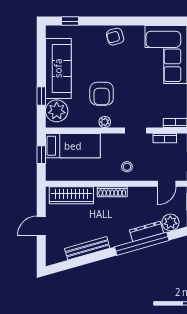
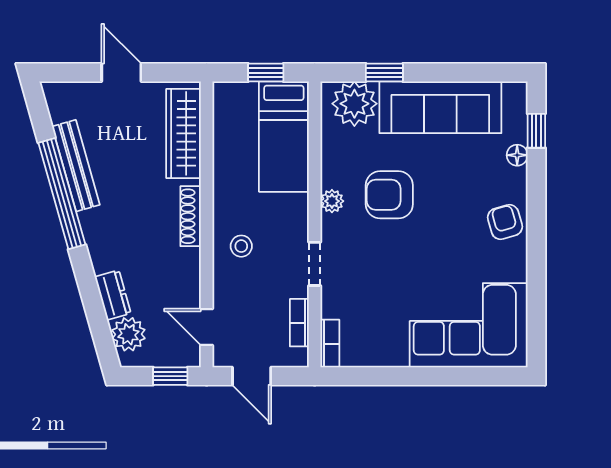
floor lamp: (82, 31) -> (517, 155), added
dresser: (146, 231) -> (113, 295), width x0.70
window: (142, 244) -> (62, 194), moved

